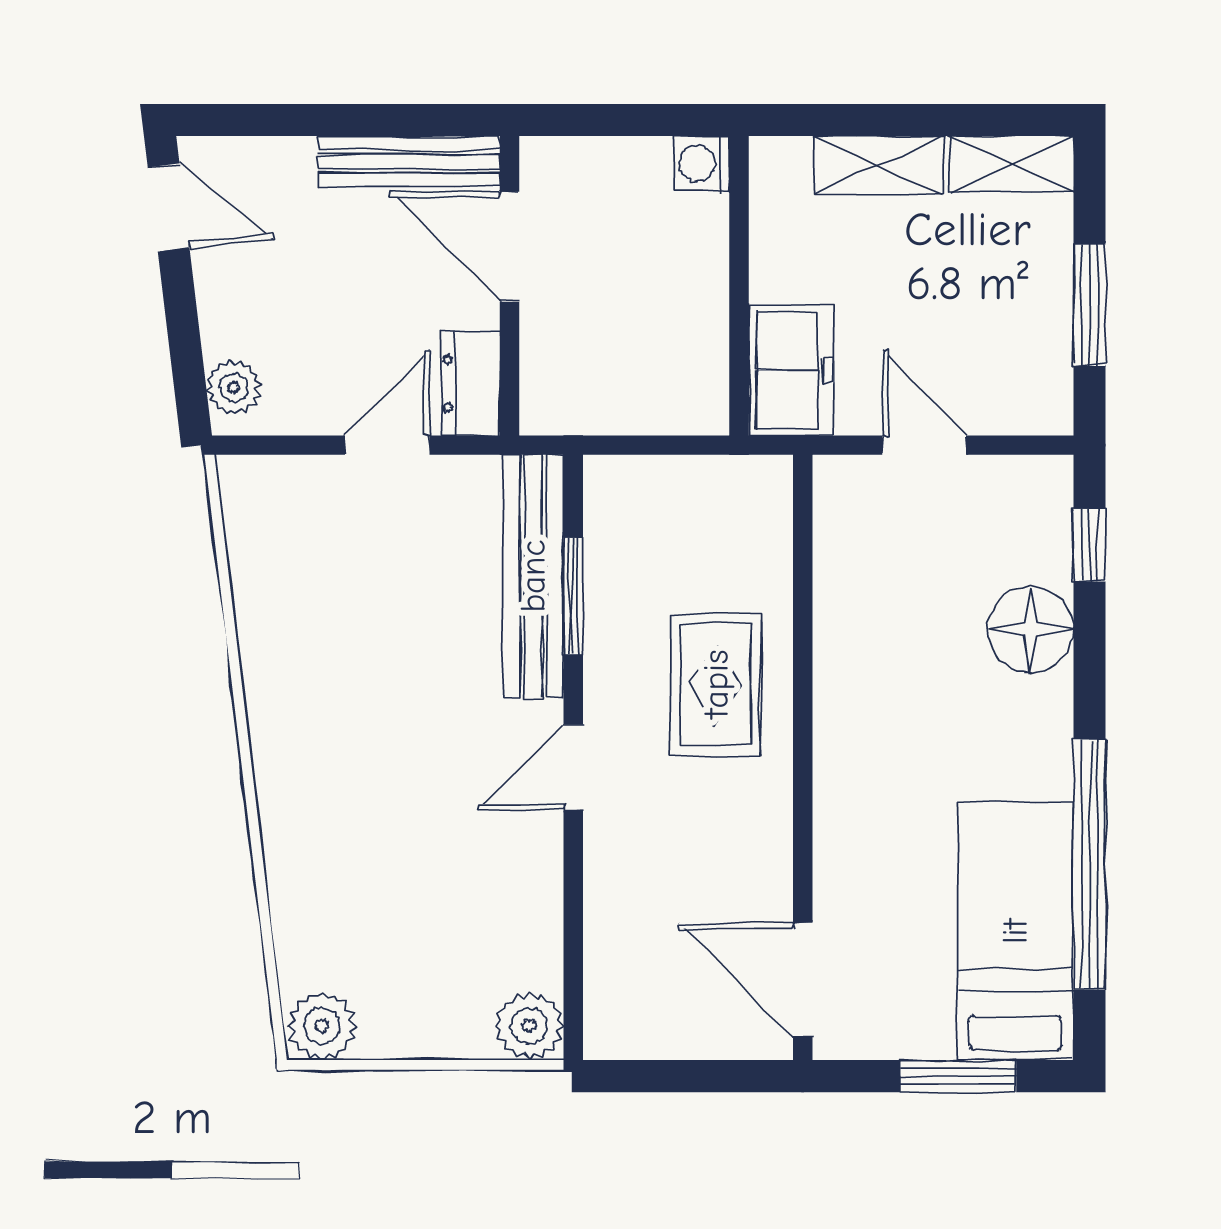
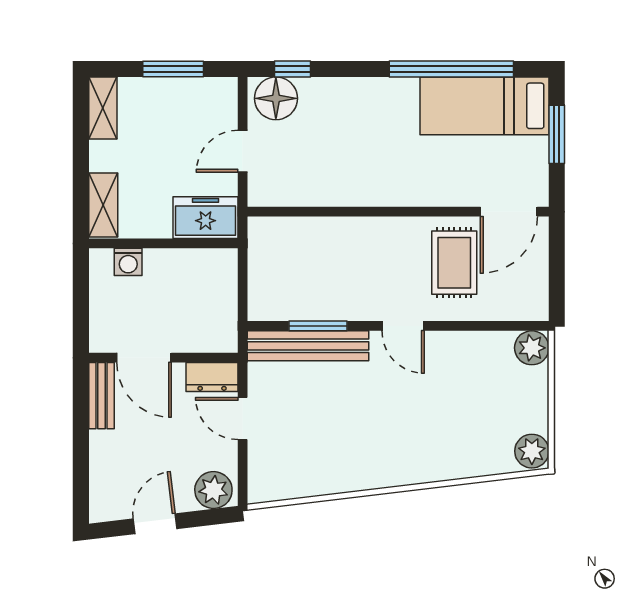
bench: (409, 161) -> (102, 396), width x0.73
washing machine: (702, 164) -> (128, 262), moved
shelving: (879, 165) -> (103, 205), moved
door: (169, 208) -> (155, 524), moved
door: (510, 247) -> (144, 358), hinge flipped
plant: (233, 388) -> (213, 490), width x1.38, depth x1.38
floor lamp: (1030, 630) -> (276, 98), moved
rug: (716, 684) -> (454, 263), moved, turned 90

